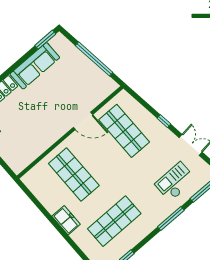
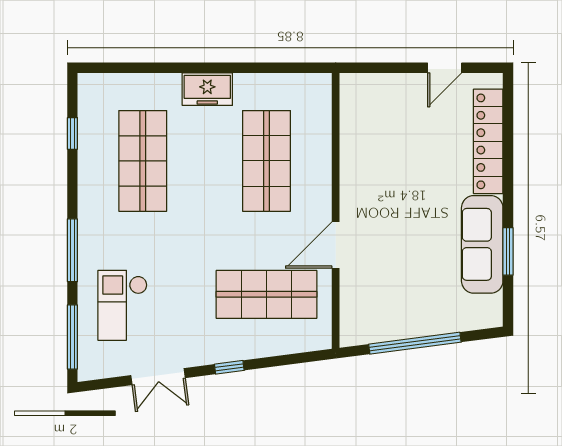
window: (45, 40) -> (508, 251), moved
shop shelf: (74, 174) -> (266, 161), turned 90
checkout: (175, 182) -> (123, 305), turned 180

